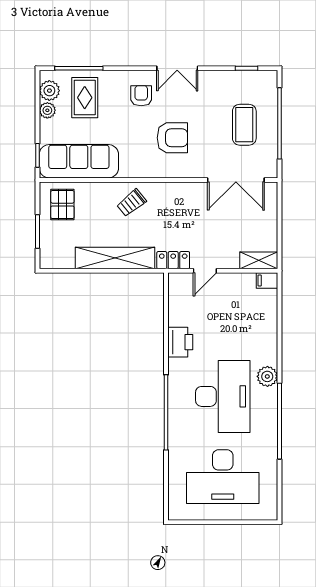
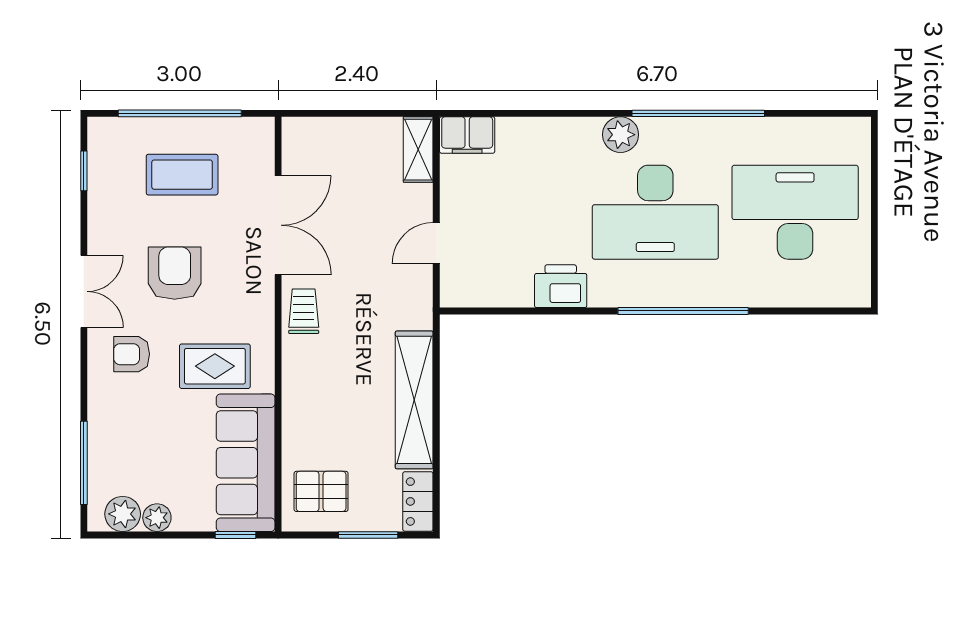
rug: (85, 98) -> (215, 366), moved
armchair: (172, 138) -> (175, 273), moved
double door: (236, 180) -> (278, 225), moved
trolley: (132, 203) -> (304, 311), moved, turned -141
locker: (173, 260) -> (418, 501), moved
door: (205, 271) -> (436, 243), swing flipped
filing cabinet: (267, 280) -> (467, 135), width x2.00
desk: (223, 396) -> (655, 212), turned 180
desk: (223, 477) -> (795, 212), turned -90

